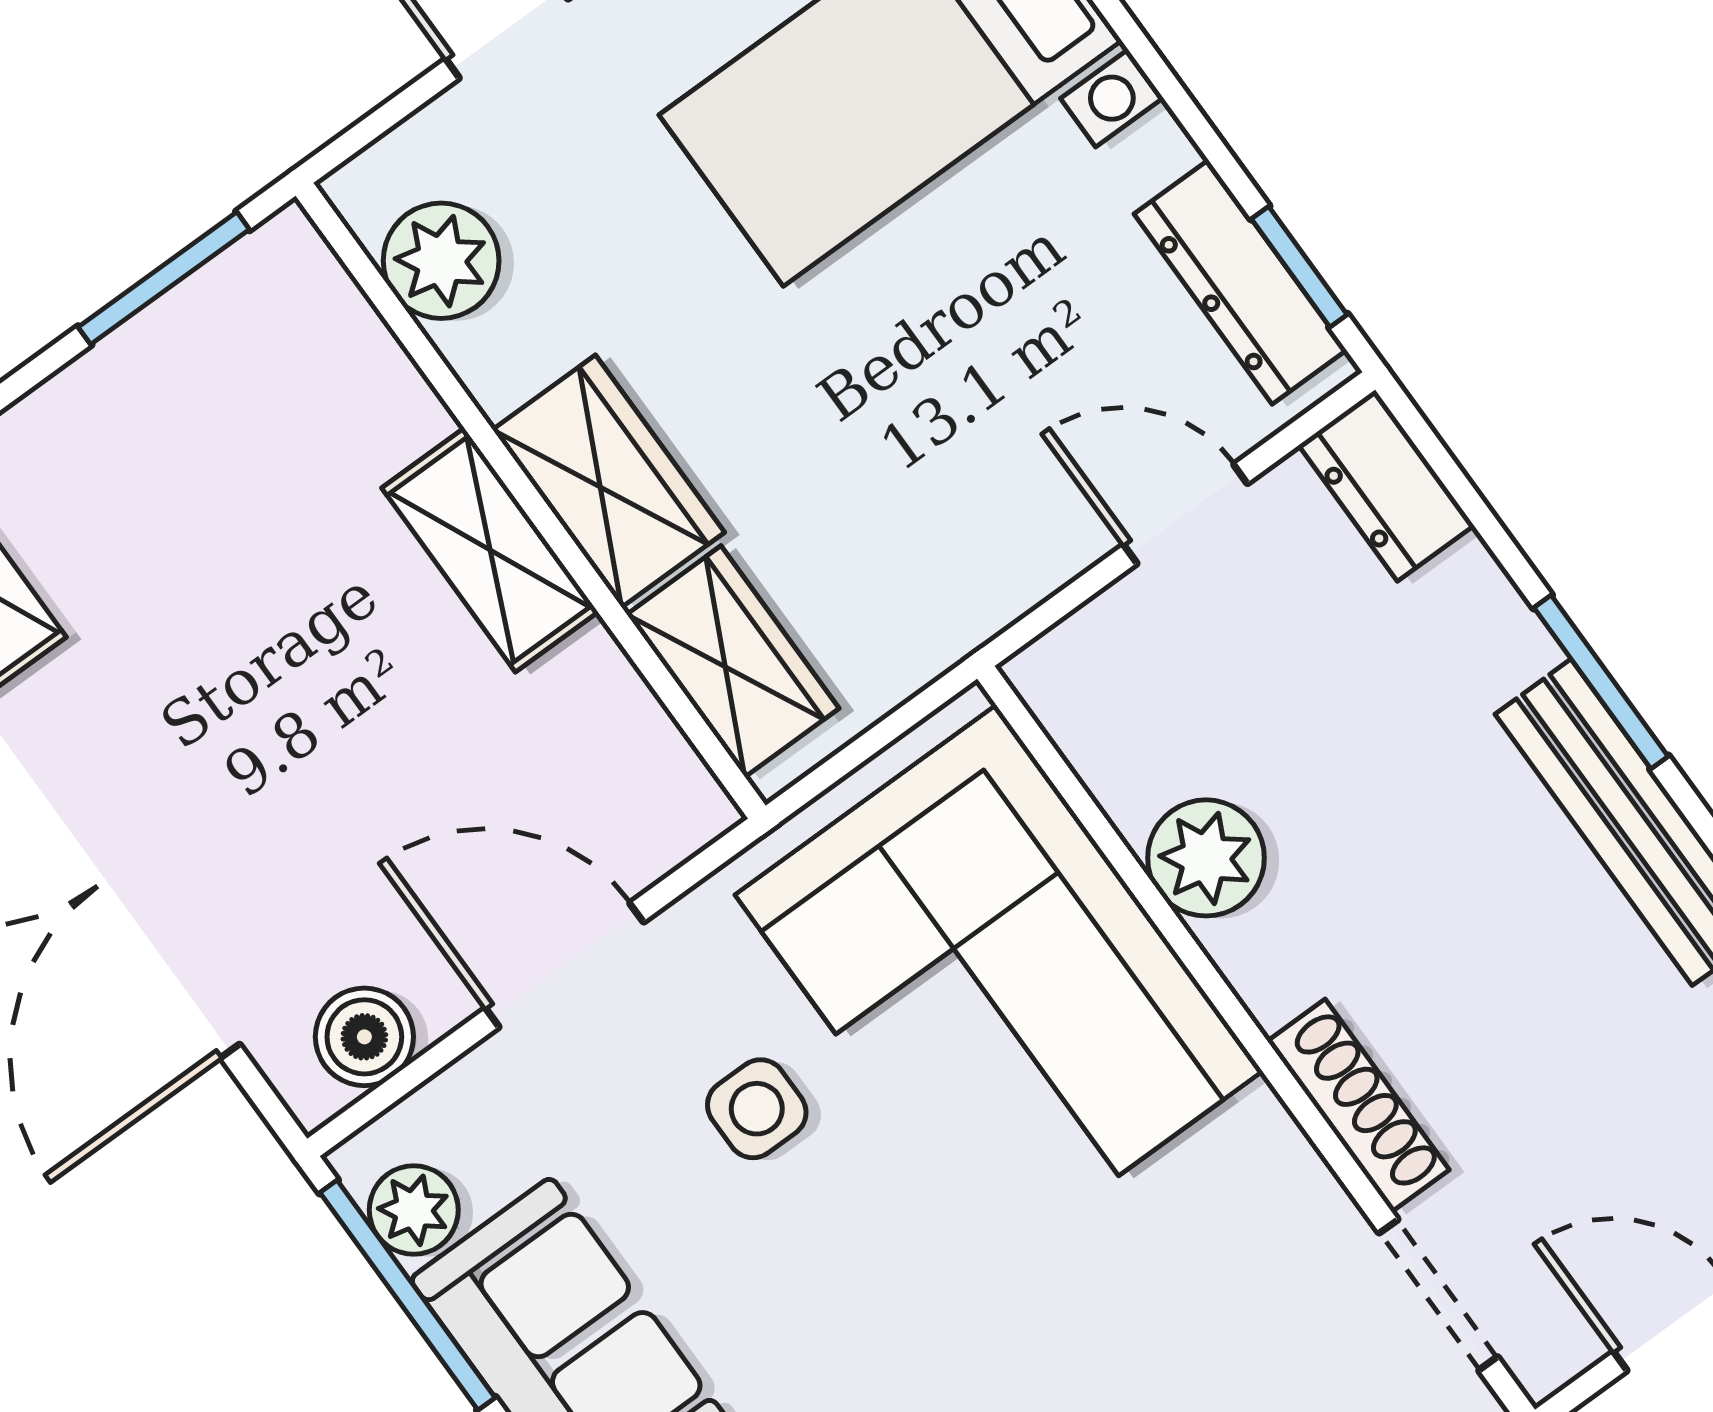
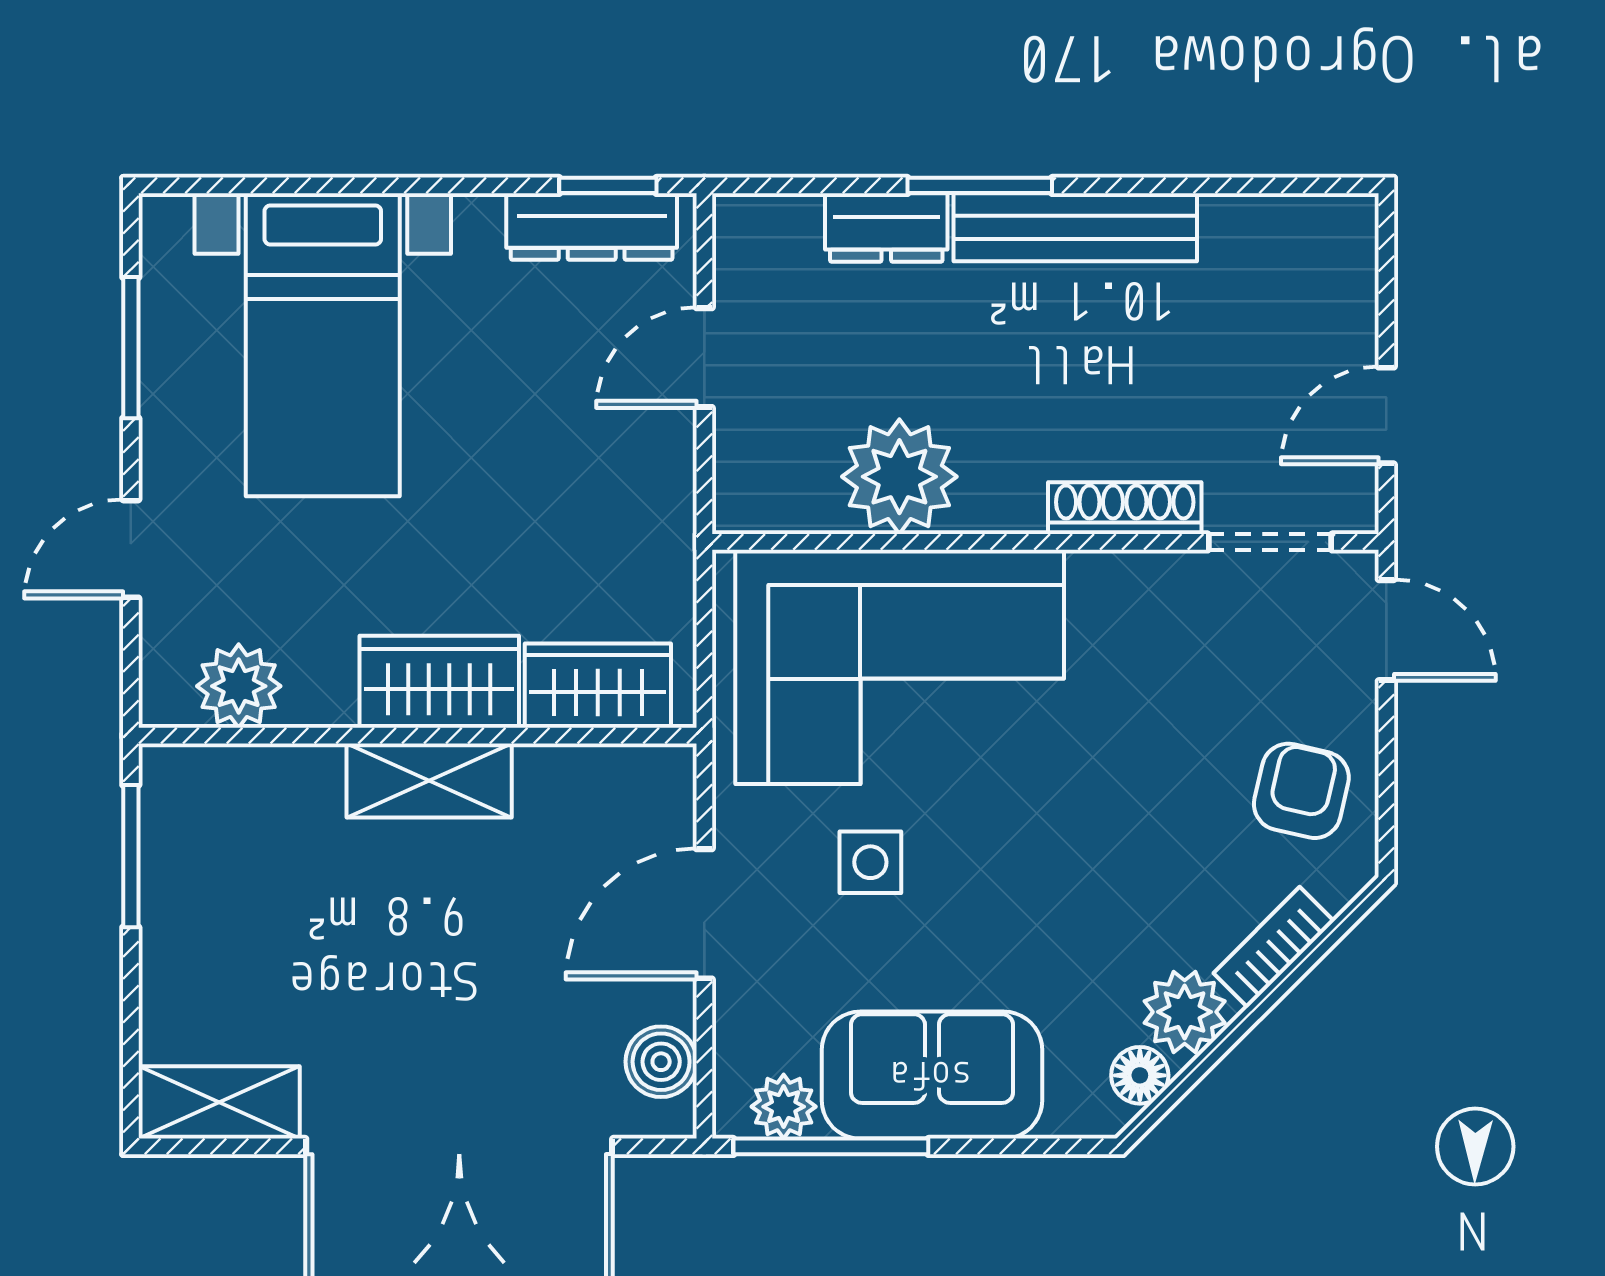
dresser: (1386, 485) -> (886, 228), moved
plant: (1206, 858) -> (899, 477), width x1.36, depth x1.36

